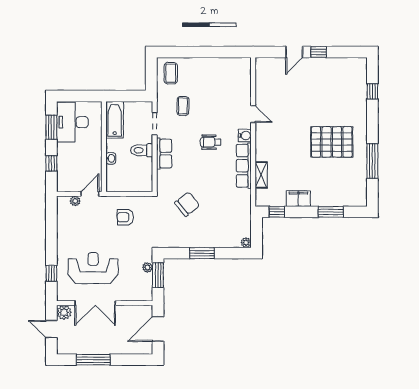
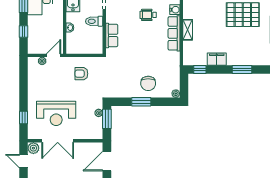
row of seats: (164, 154) -> (112, 35), moved
shelving: (261, 175) -> (188, 30), moved
chair: (187, 204) -> (148, 83), moved, turned 129
reception desk: (93, 268) -> (56, 113), turned 180

